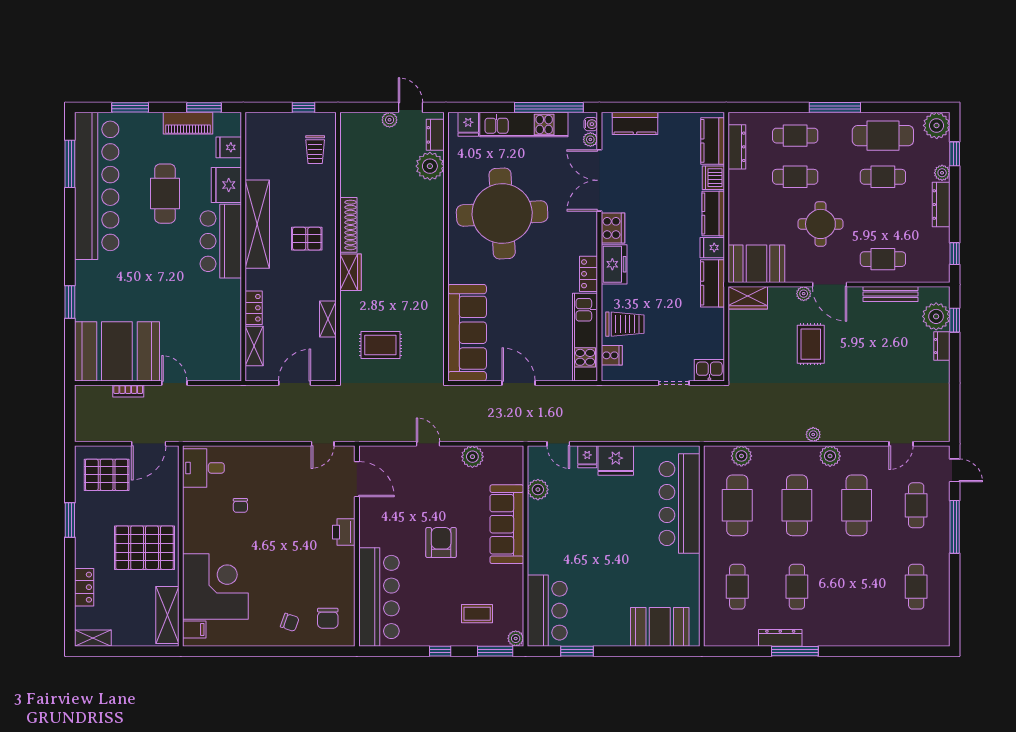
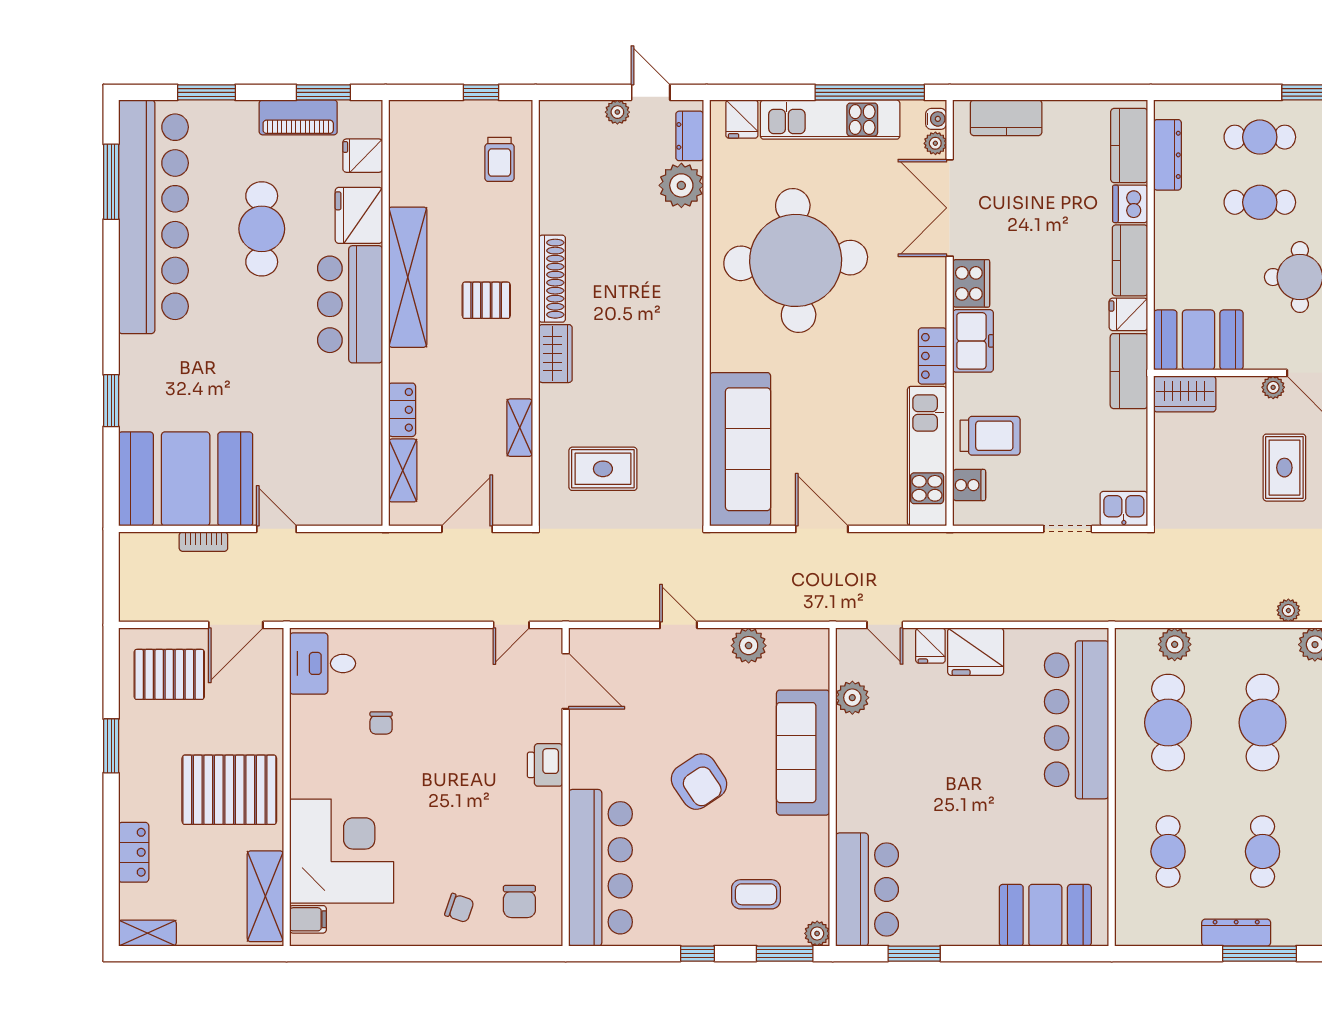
armchair: (441, 543) -> (699, 782), turned 146

